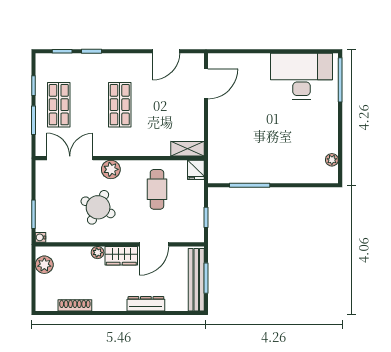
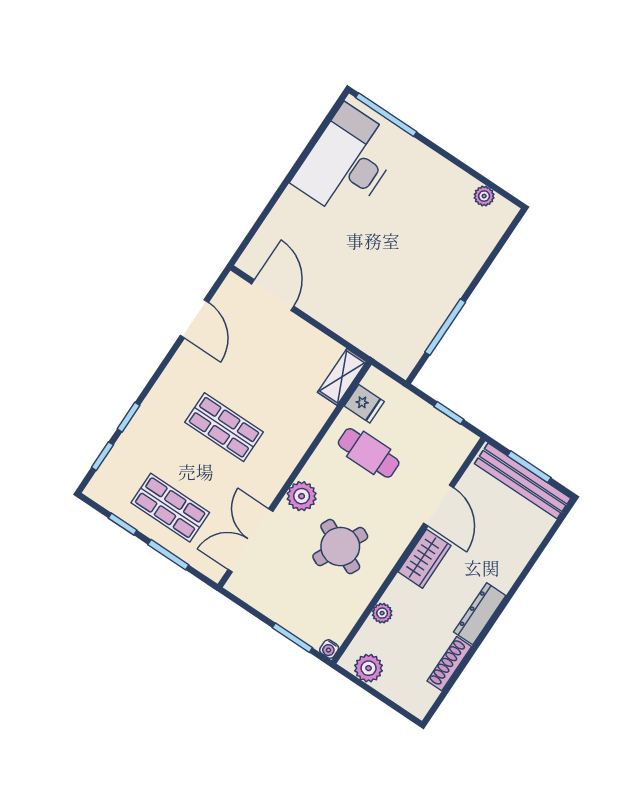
fridge: (196, 170) -> (364, 404), moved
plant: (98, 253) -> (382, 613), moved
dresser: (146, 304) -> (480, 614), moved

